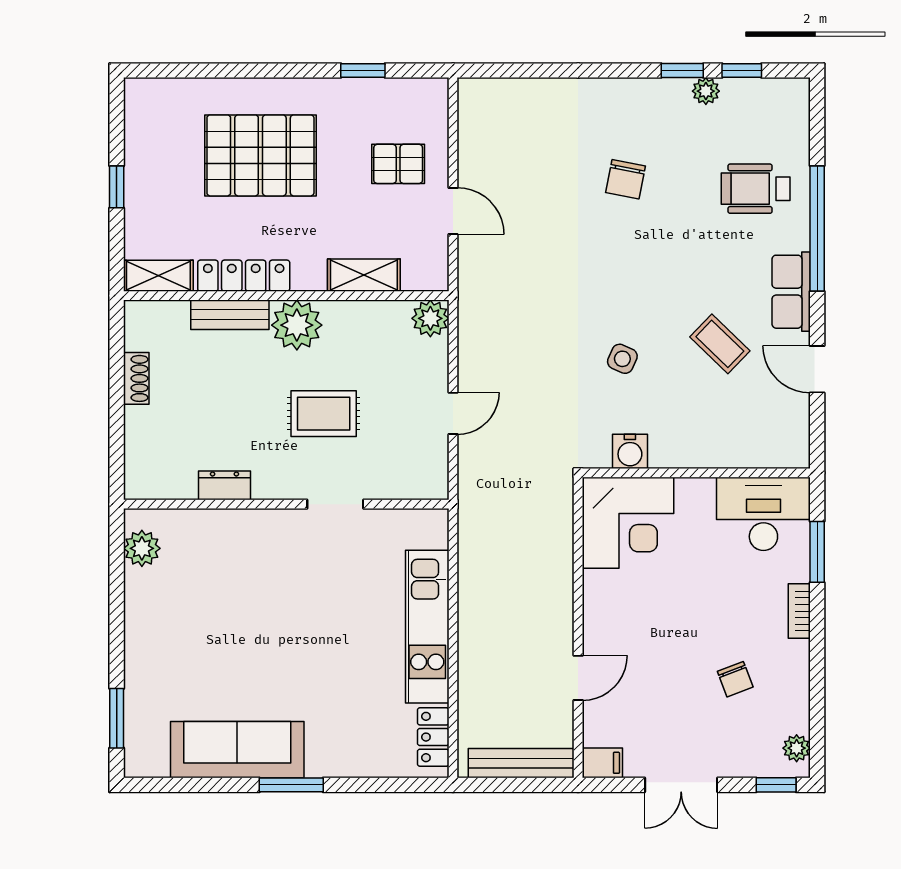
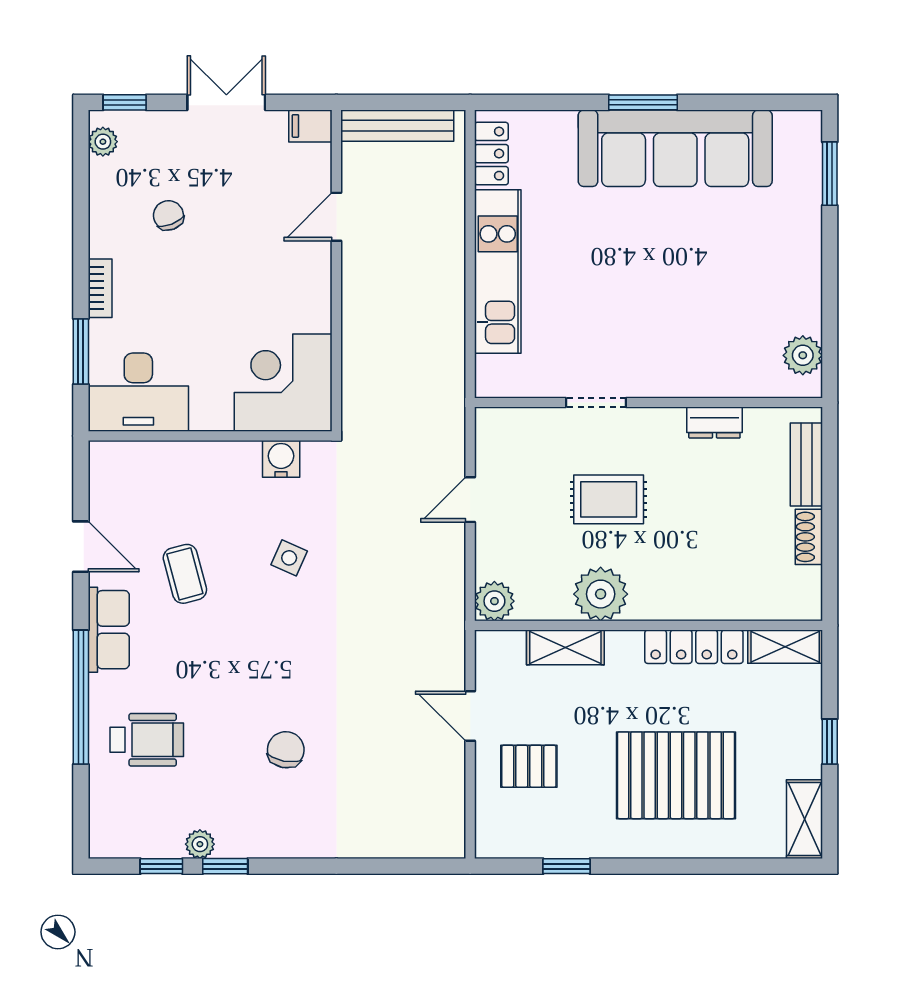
shelving: (140, 114) -> (804, 819), added
bench: (230, 315) -> (806, 465), moved, turned 90
plant: (297, 325) -> (601, 594), moved
coffee table: (720, 344) -> (185, 574), turned 31
sofa: (237, 750) -> (675, 148), width x1.36, depth x1.27

